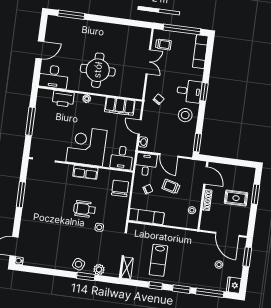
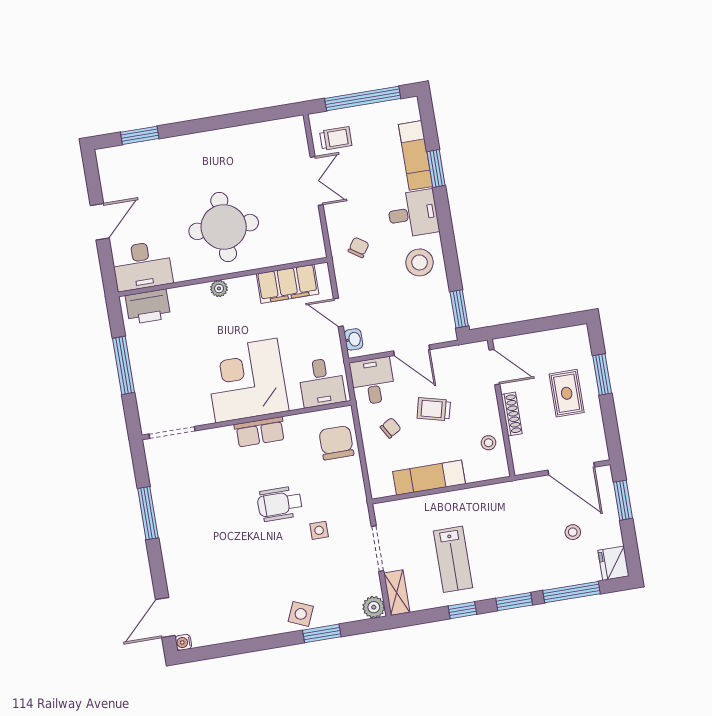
window: (71, 15) -> (140, 135), width x0.69
exam couch: (200, 52) -> (416, 155), moved
window: (204, 92) -> (436, 169), moved
printer: (63, 99) -> (148, 307), moved
rug: (236, 198) -> (567, 393), turned 90
exam couch: (146, 217) -> (429, 478), moved
plant: (99, 270) -> (374, 607), moved

